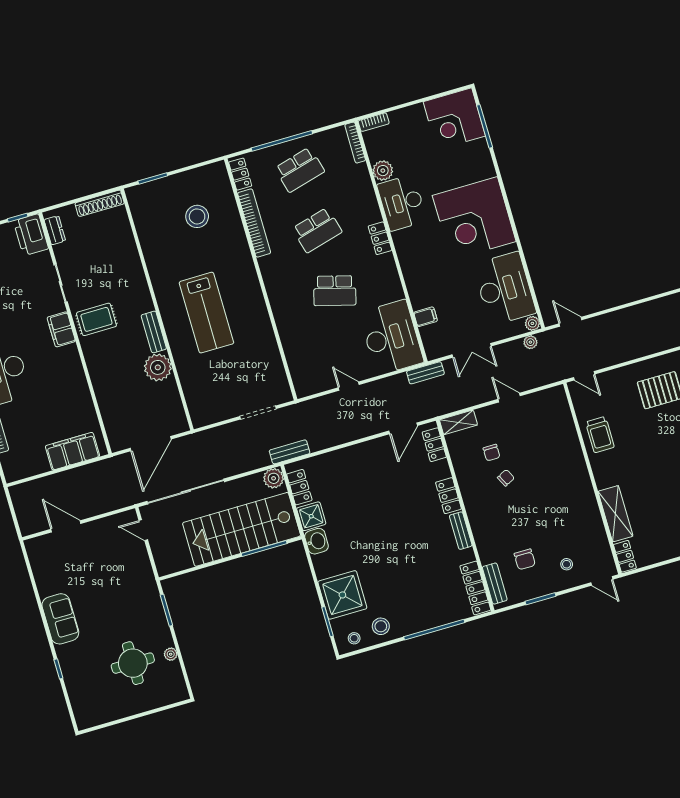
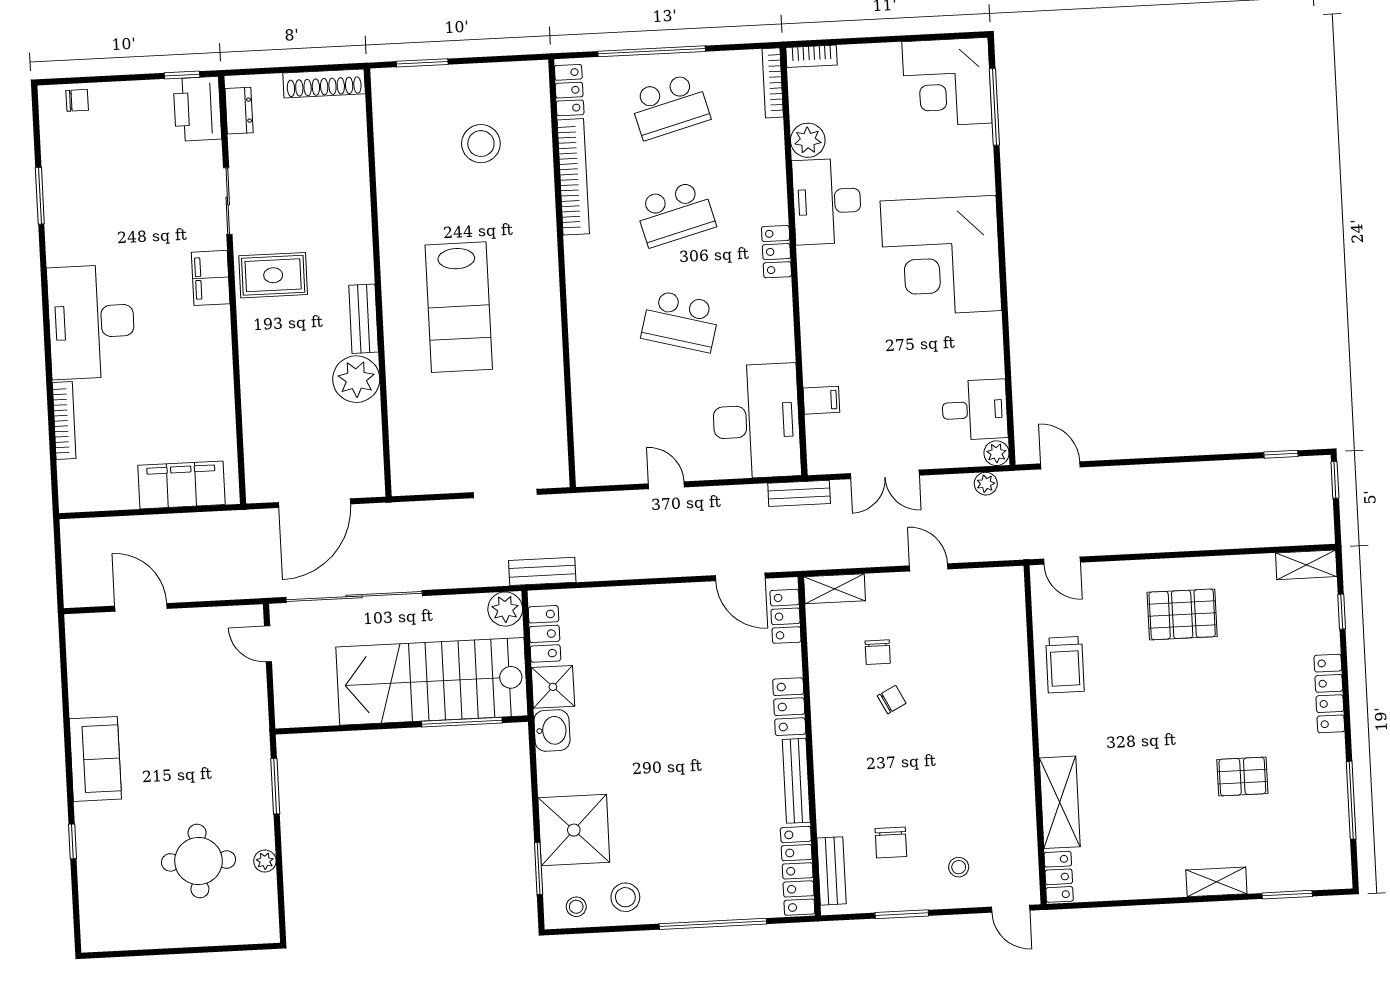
desk: (505, 289) -> (975, 410), width x0.53, depth x0.77
door: (403, 428) -> (740, 577), hinge flipped
bench: (461, 531) -> (796, 781), width x1.36

